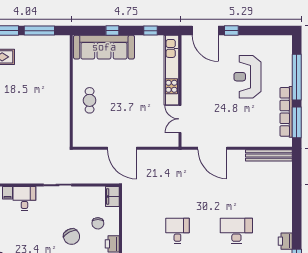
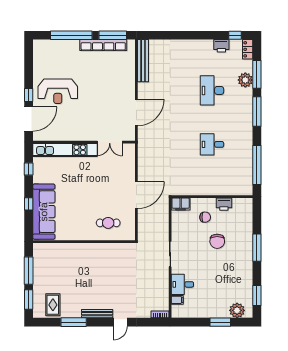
reception desk: (247, 77) -> (58, 91), moved
cafe table: (90, 100) -> (108, 223), moved
chair: (72, 237) -> (217, 241), turned 117

